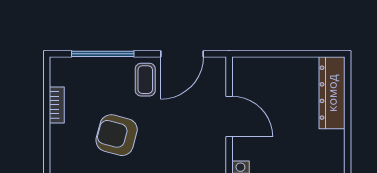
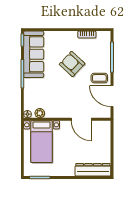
door: (229, 117) -> (81, 119), hinge flipped
armchair: (117, 135) -> (72, 64), turned -62

